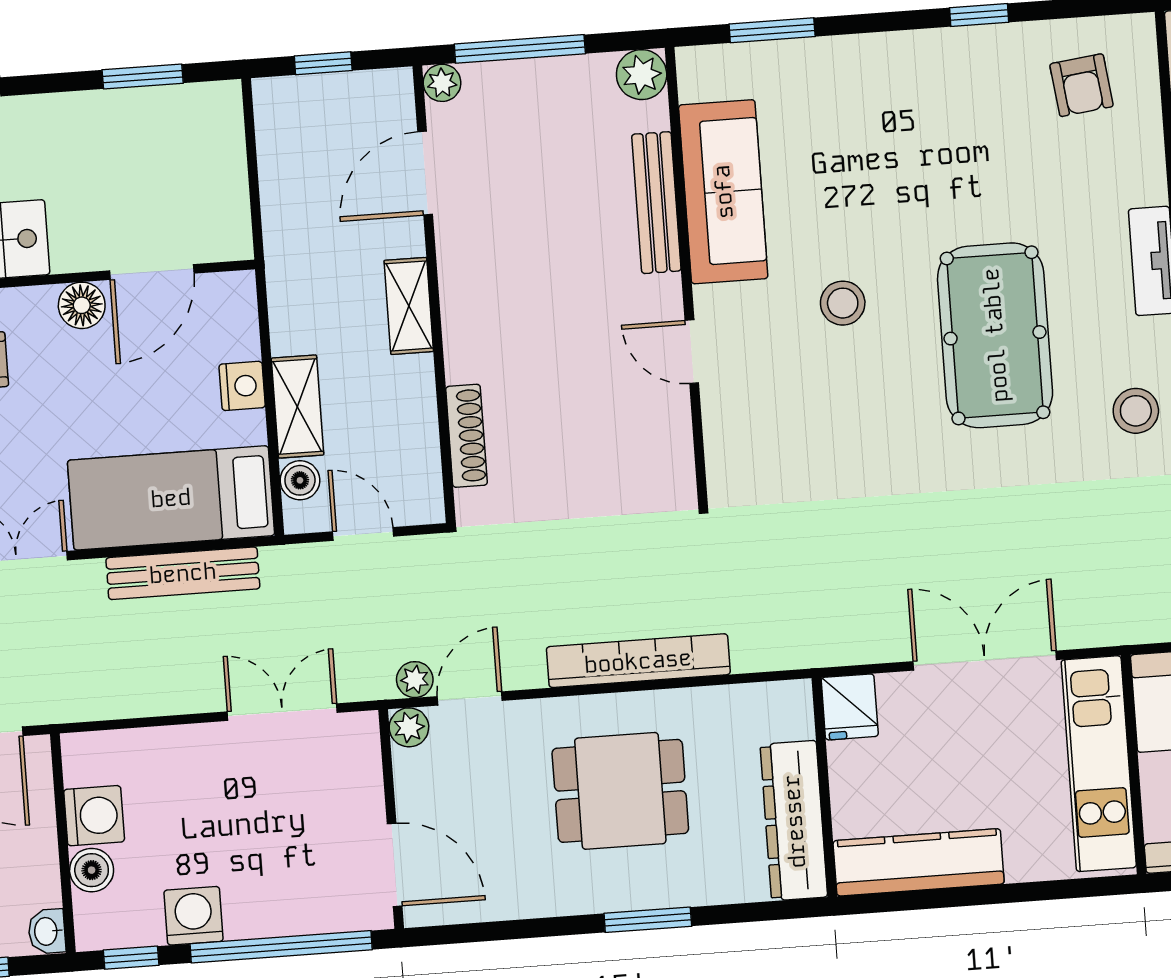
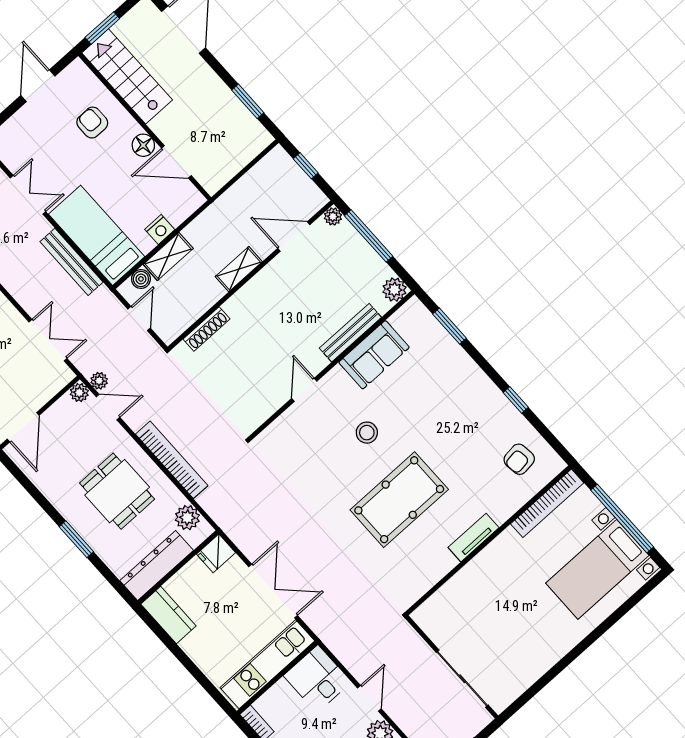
sofa: (723, 192) -> (374, 355), width x0.73
stool: (1136, 411) -> (412, 575), removed
plant: (754, 709) -> (187, 518), added
kitchen counter: (919, 862) -> (168, 615), width x0.67

